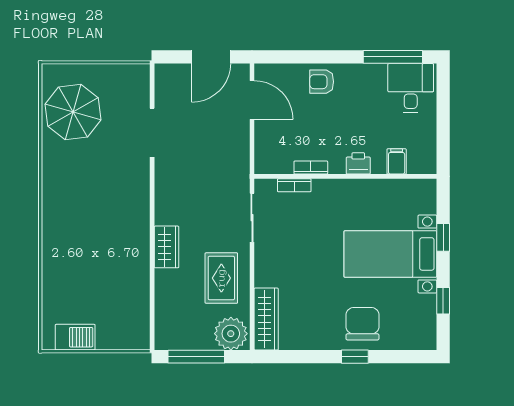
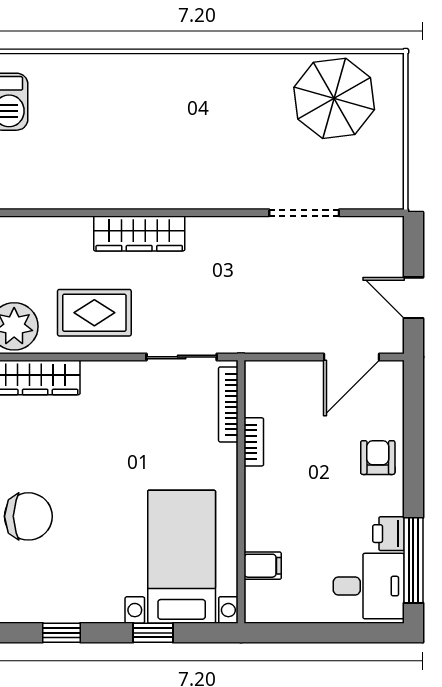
door: (211, 57) -> (413, 298), width x0.73
printer: (358, 163) -> (388, 534), moved, turned 180
bookcase: (294, 185) -> (228, 404), width x1.56
wardrobe: (166, 247) -> (139, 233), width x1.50
bed with nightstands: (390, 254) -> (182, 557), moved

